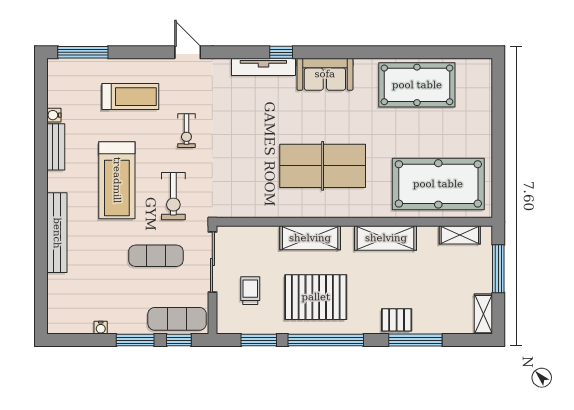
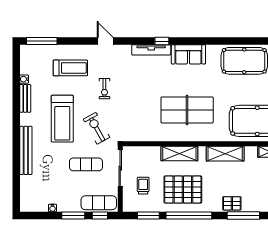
exercise bike: (173, 196) -> (97, 128), turned 151

